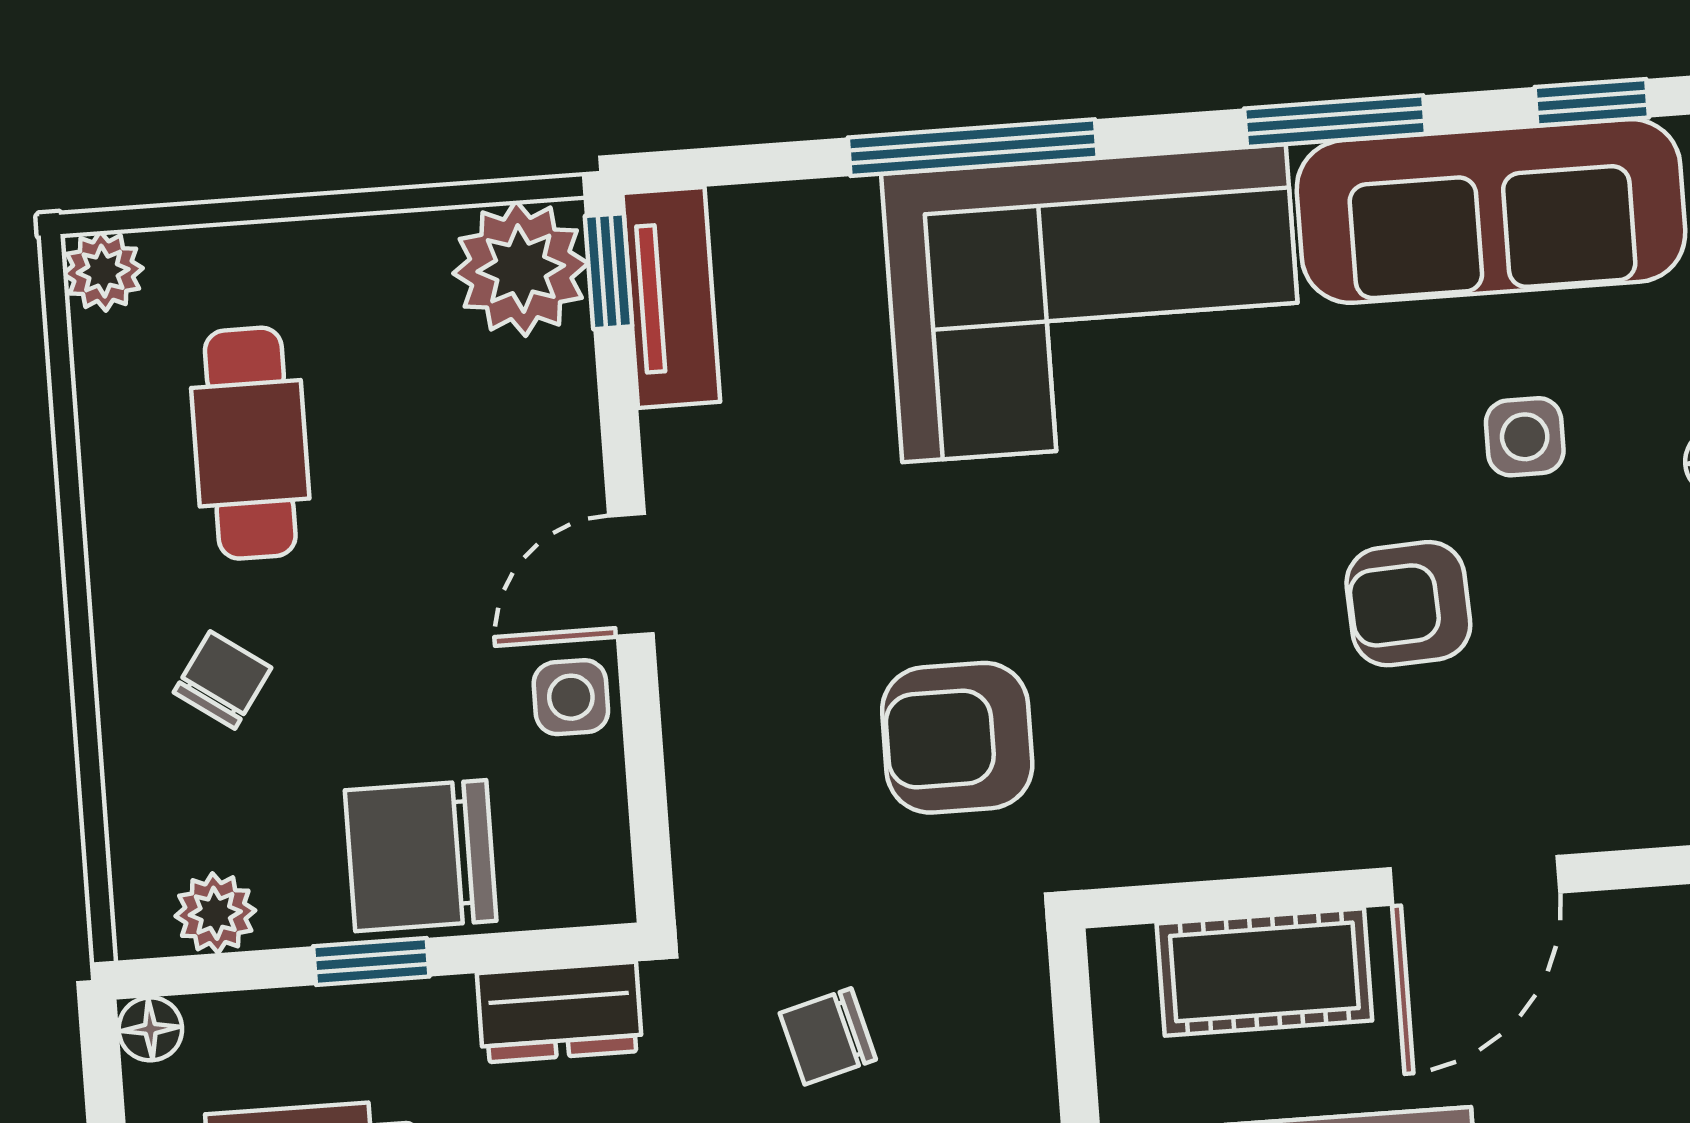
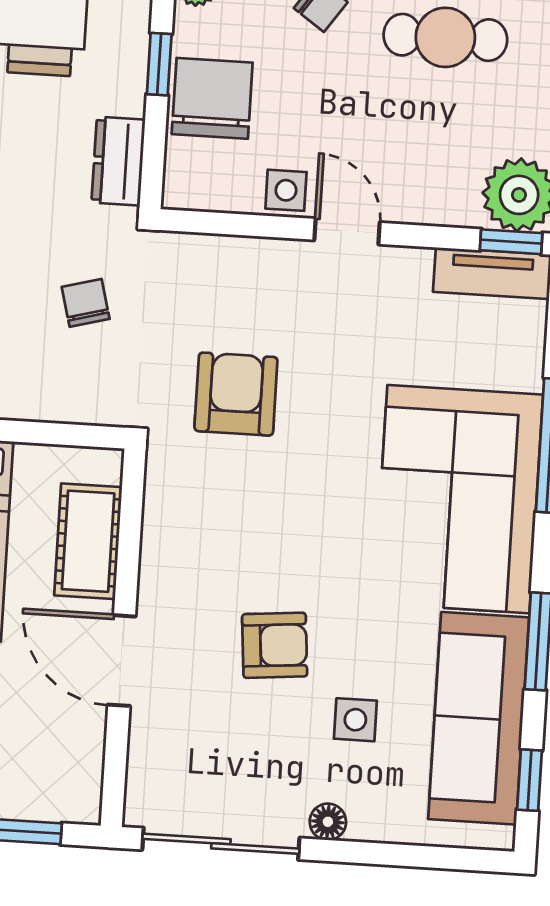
armchair: (1408, 604) -> (275, 645), turned 88

